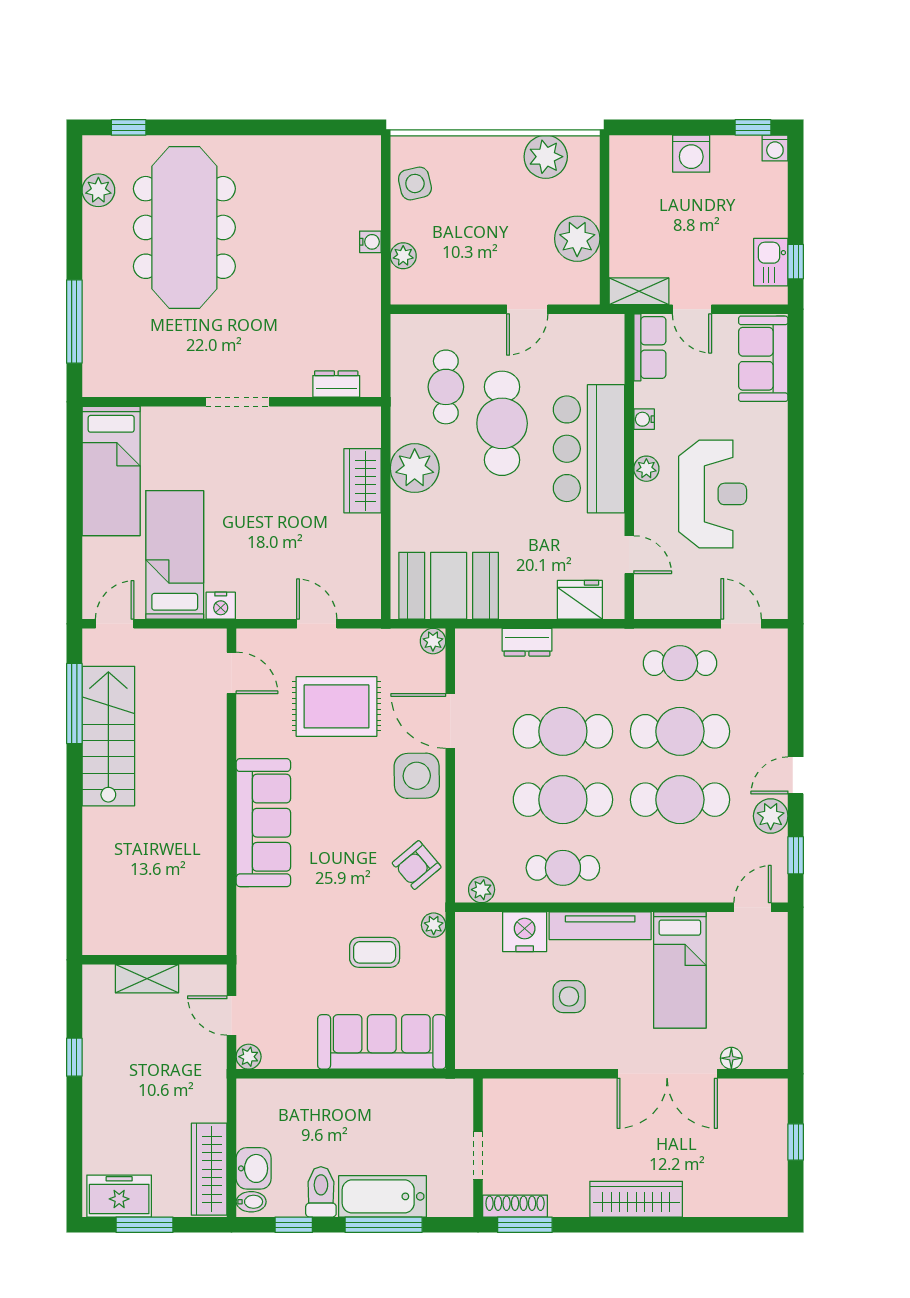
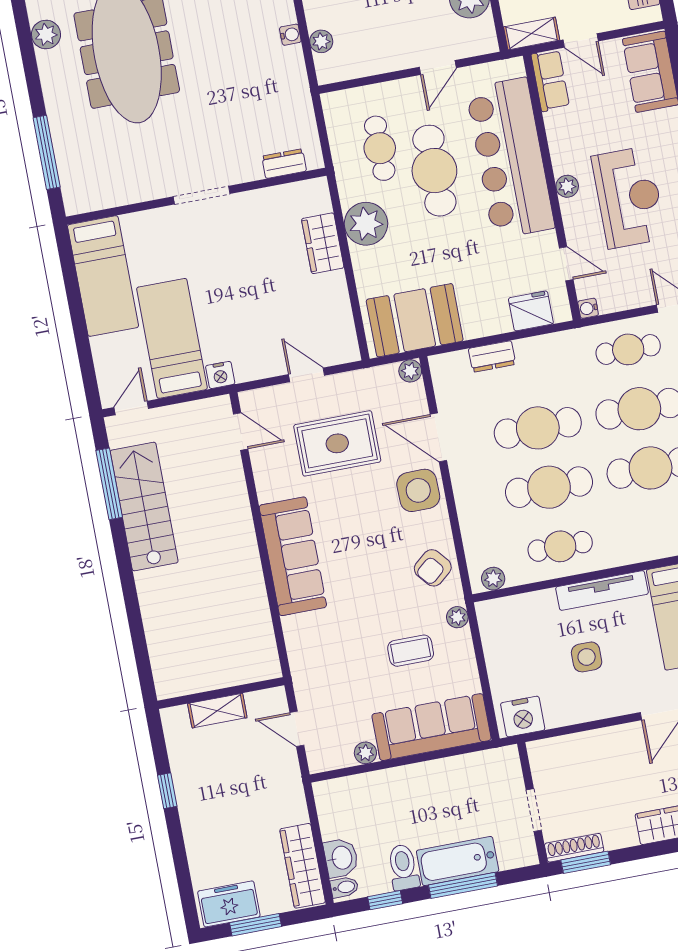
water cooler: (644, 419) -> (588, 308), moved
bar counter: (589, 449) -> (510, 158), width x1.36
nightstand: (525, 932) -> (523, 717), moved, turned 180
plant: (249, 1057) -> (365, 753), moved

